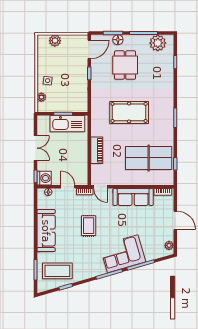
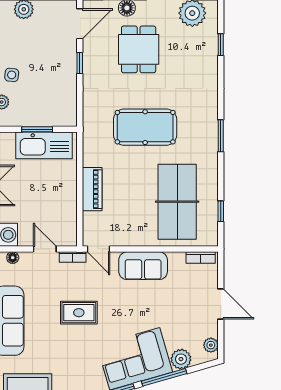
table tennis table: (149, 158) -> (177, 202), turned 90
sofa: (133, 197) -> (143, 266), width x0.73
rug: (89, 226) -> (79, 313), turned 90
plant: (151, 254) -> (181, 359), added

